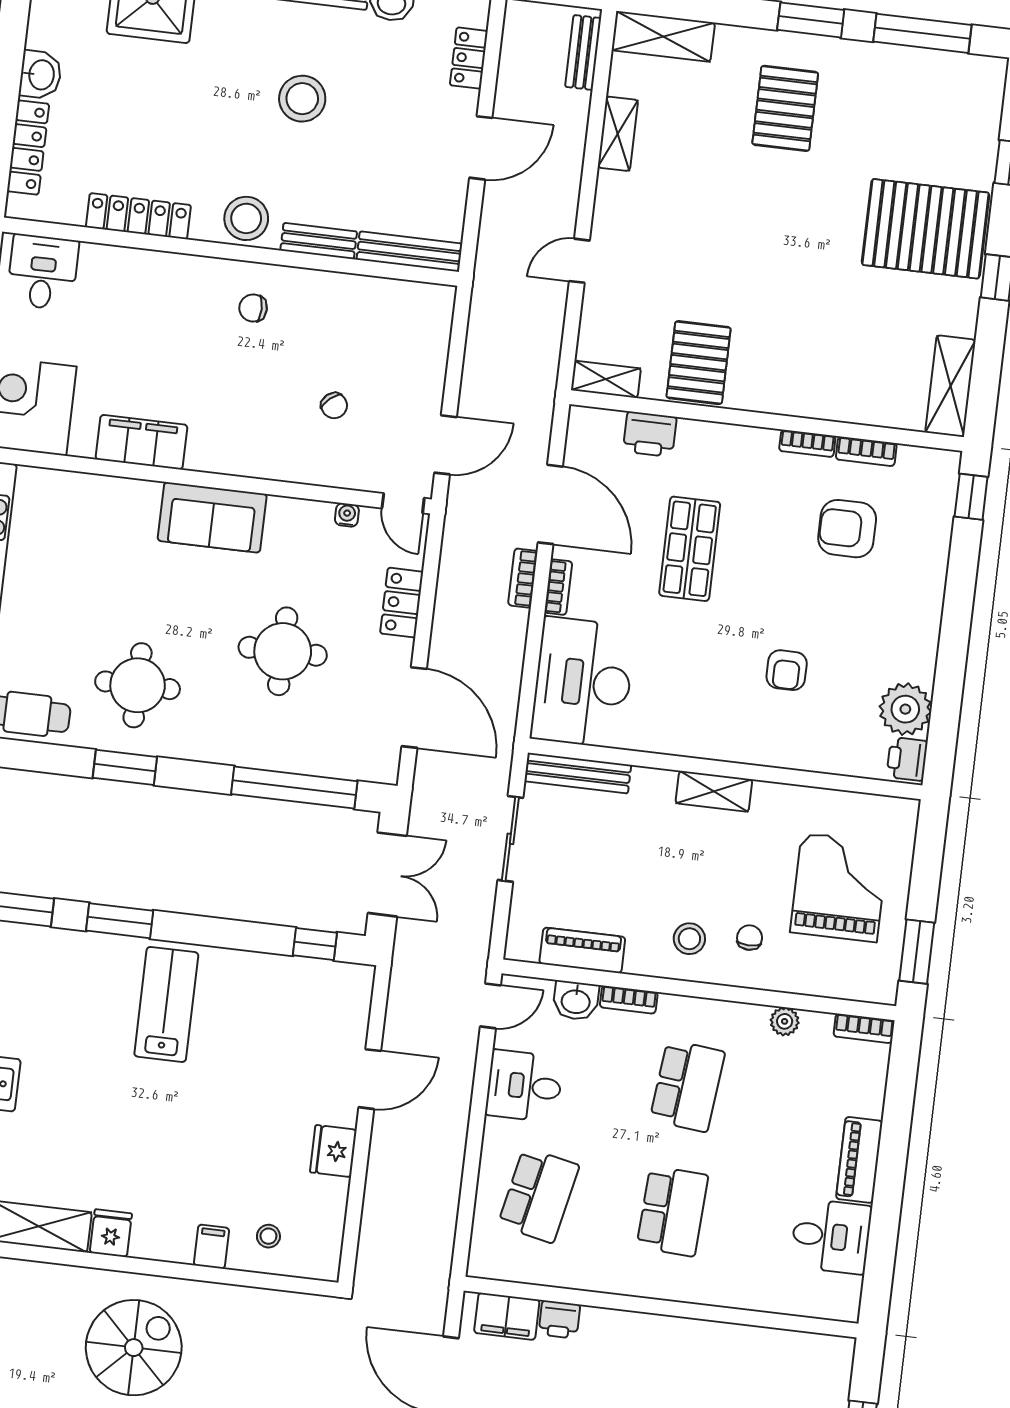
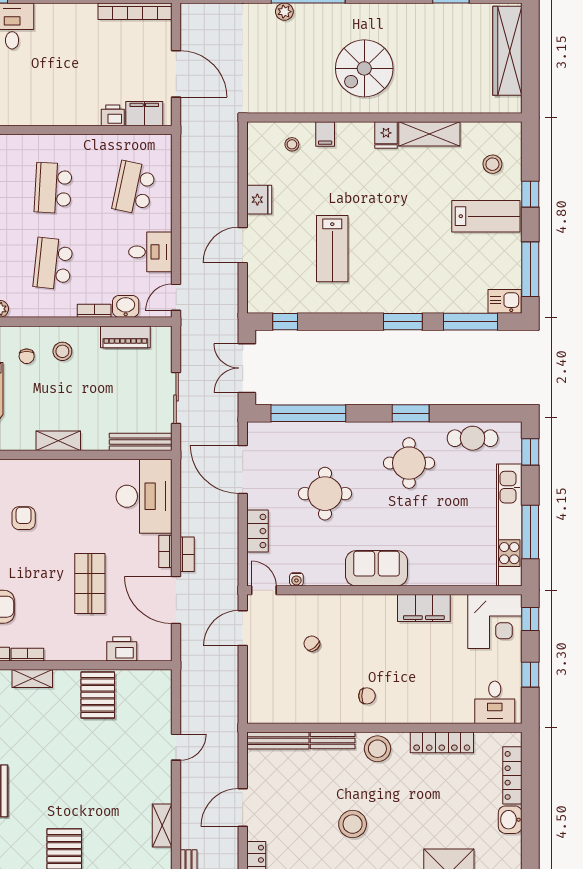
shelving: (606, 379) -> (32, 679), moved
lab bench: (166, 1004) -> (332, 249), moved

